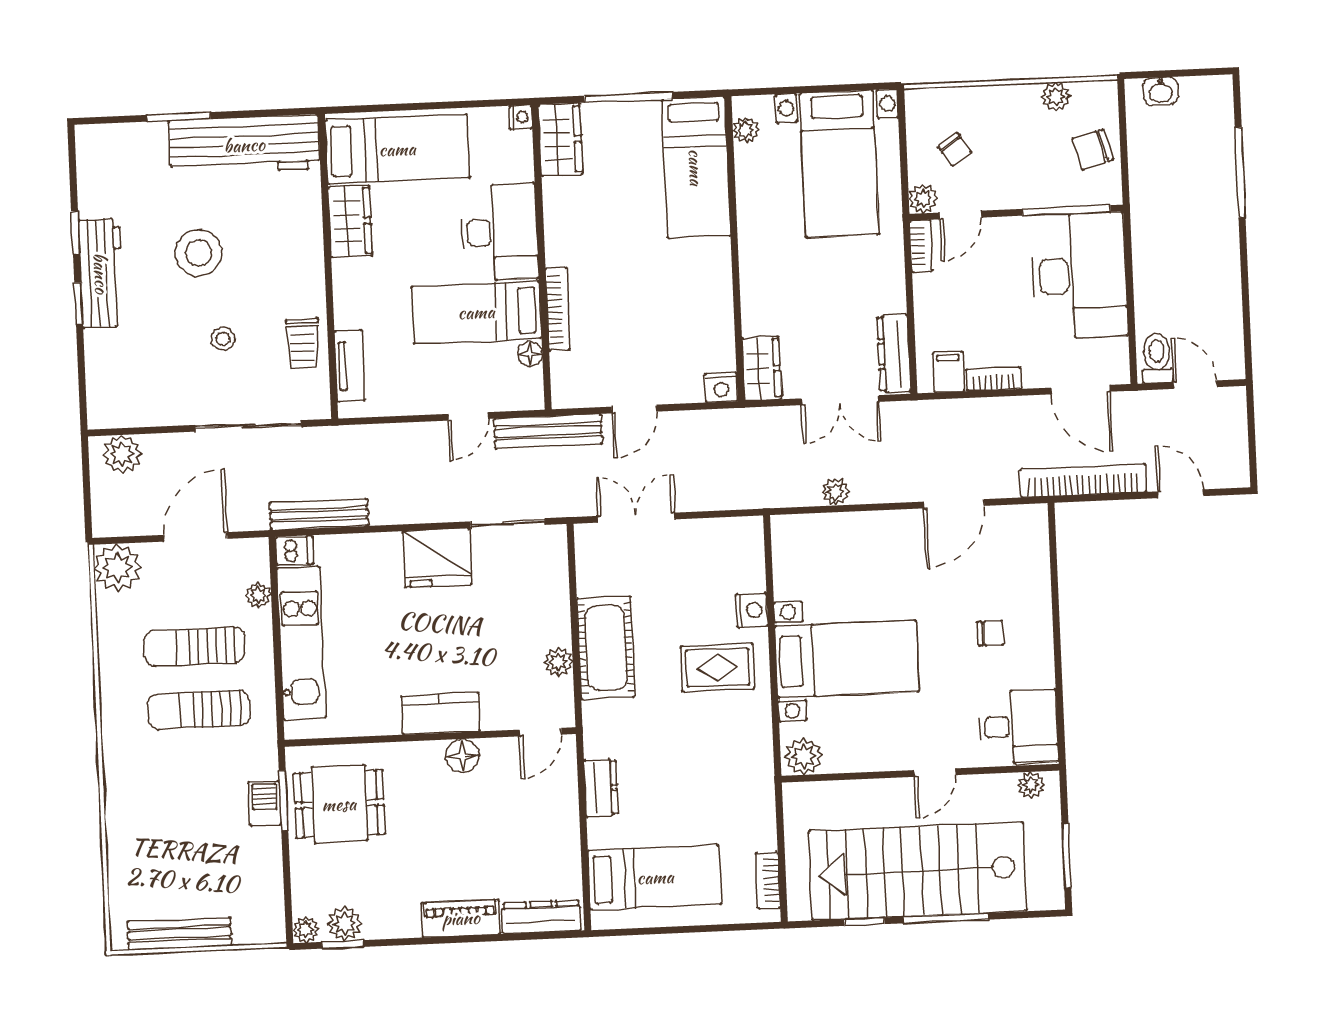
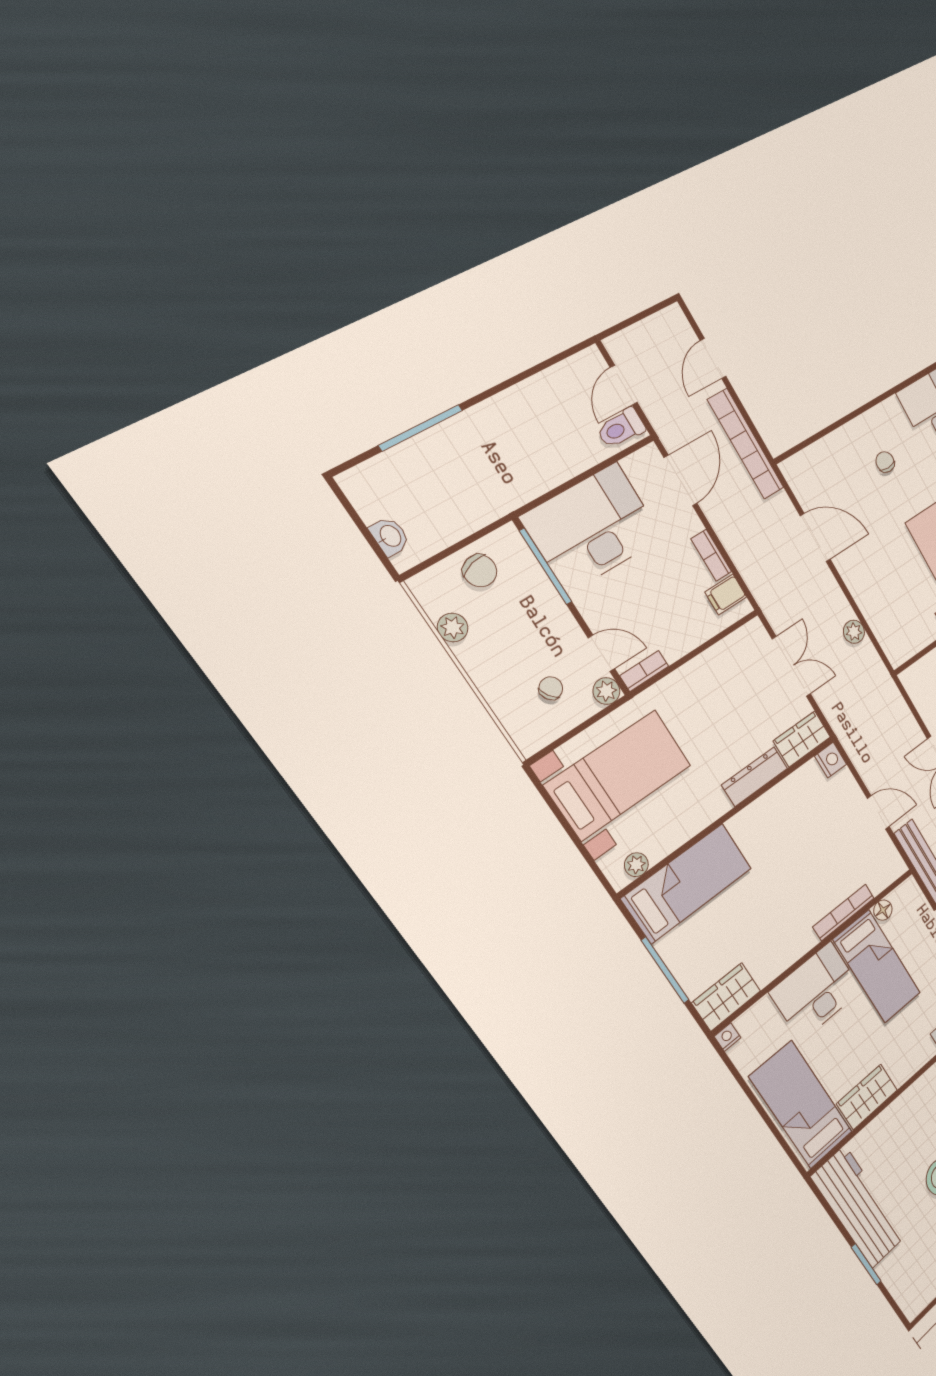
dresser: (894, 354) -> (755, 777), moved, turned 180

